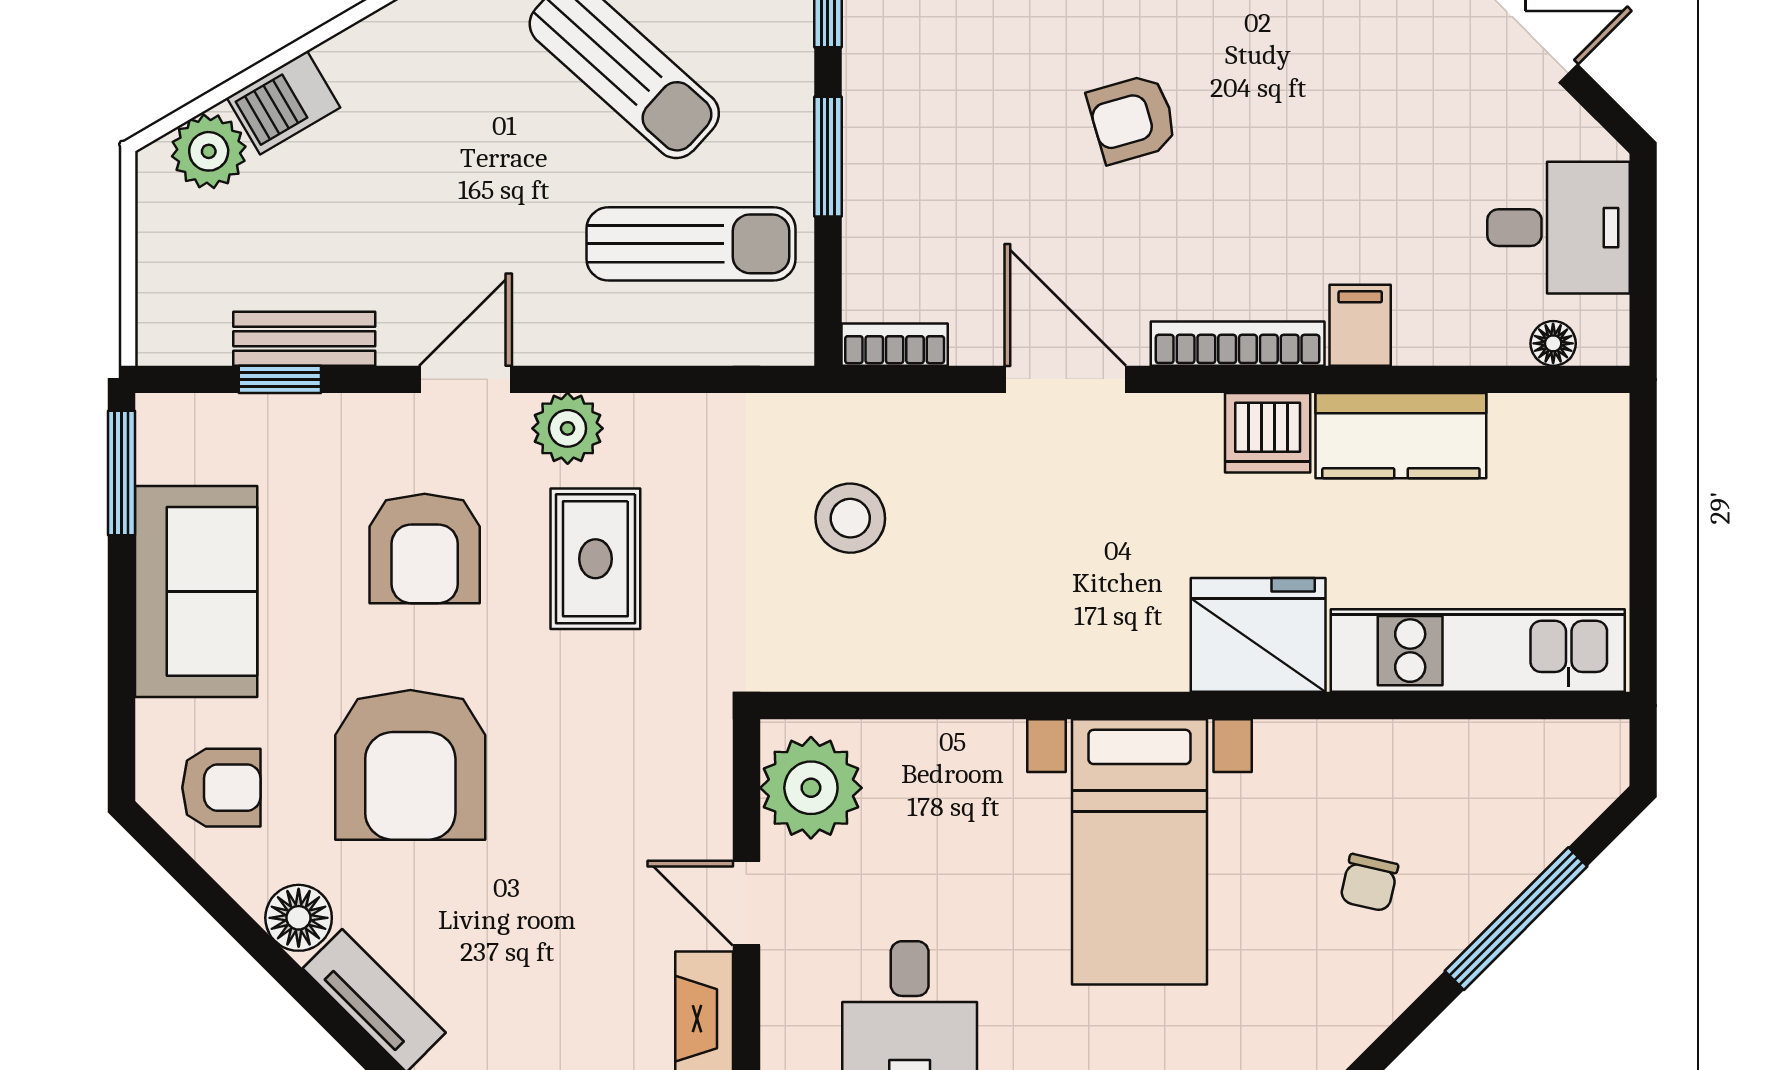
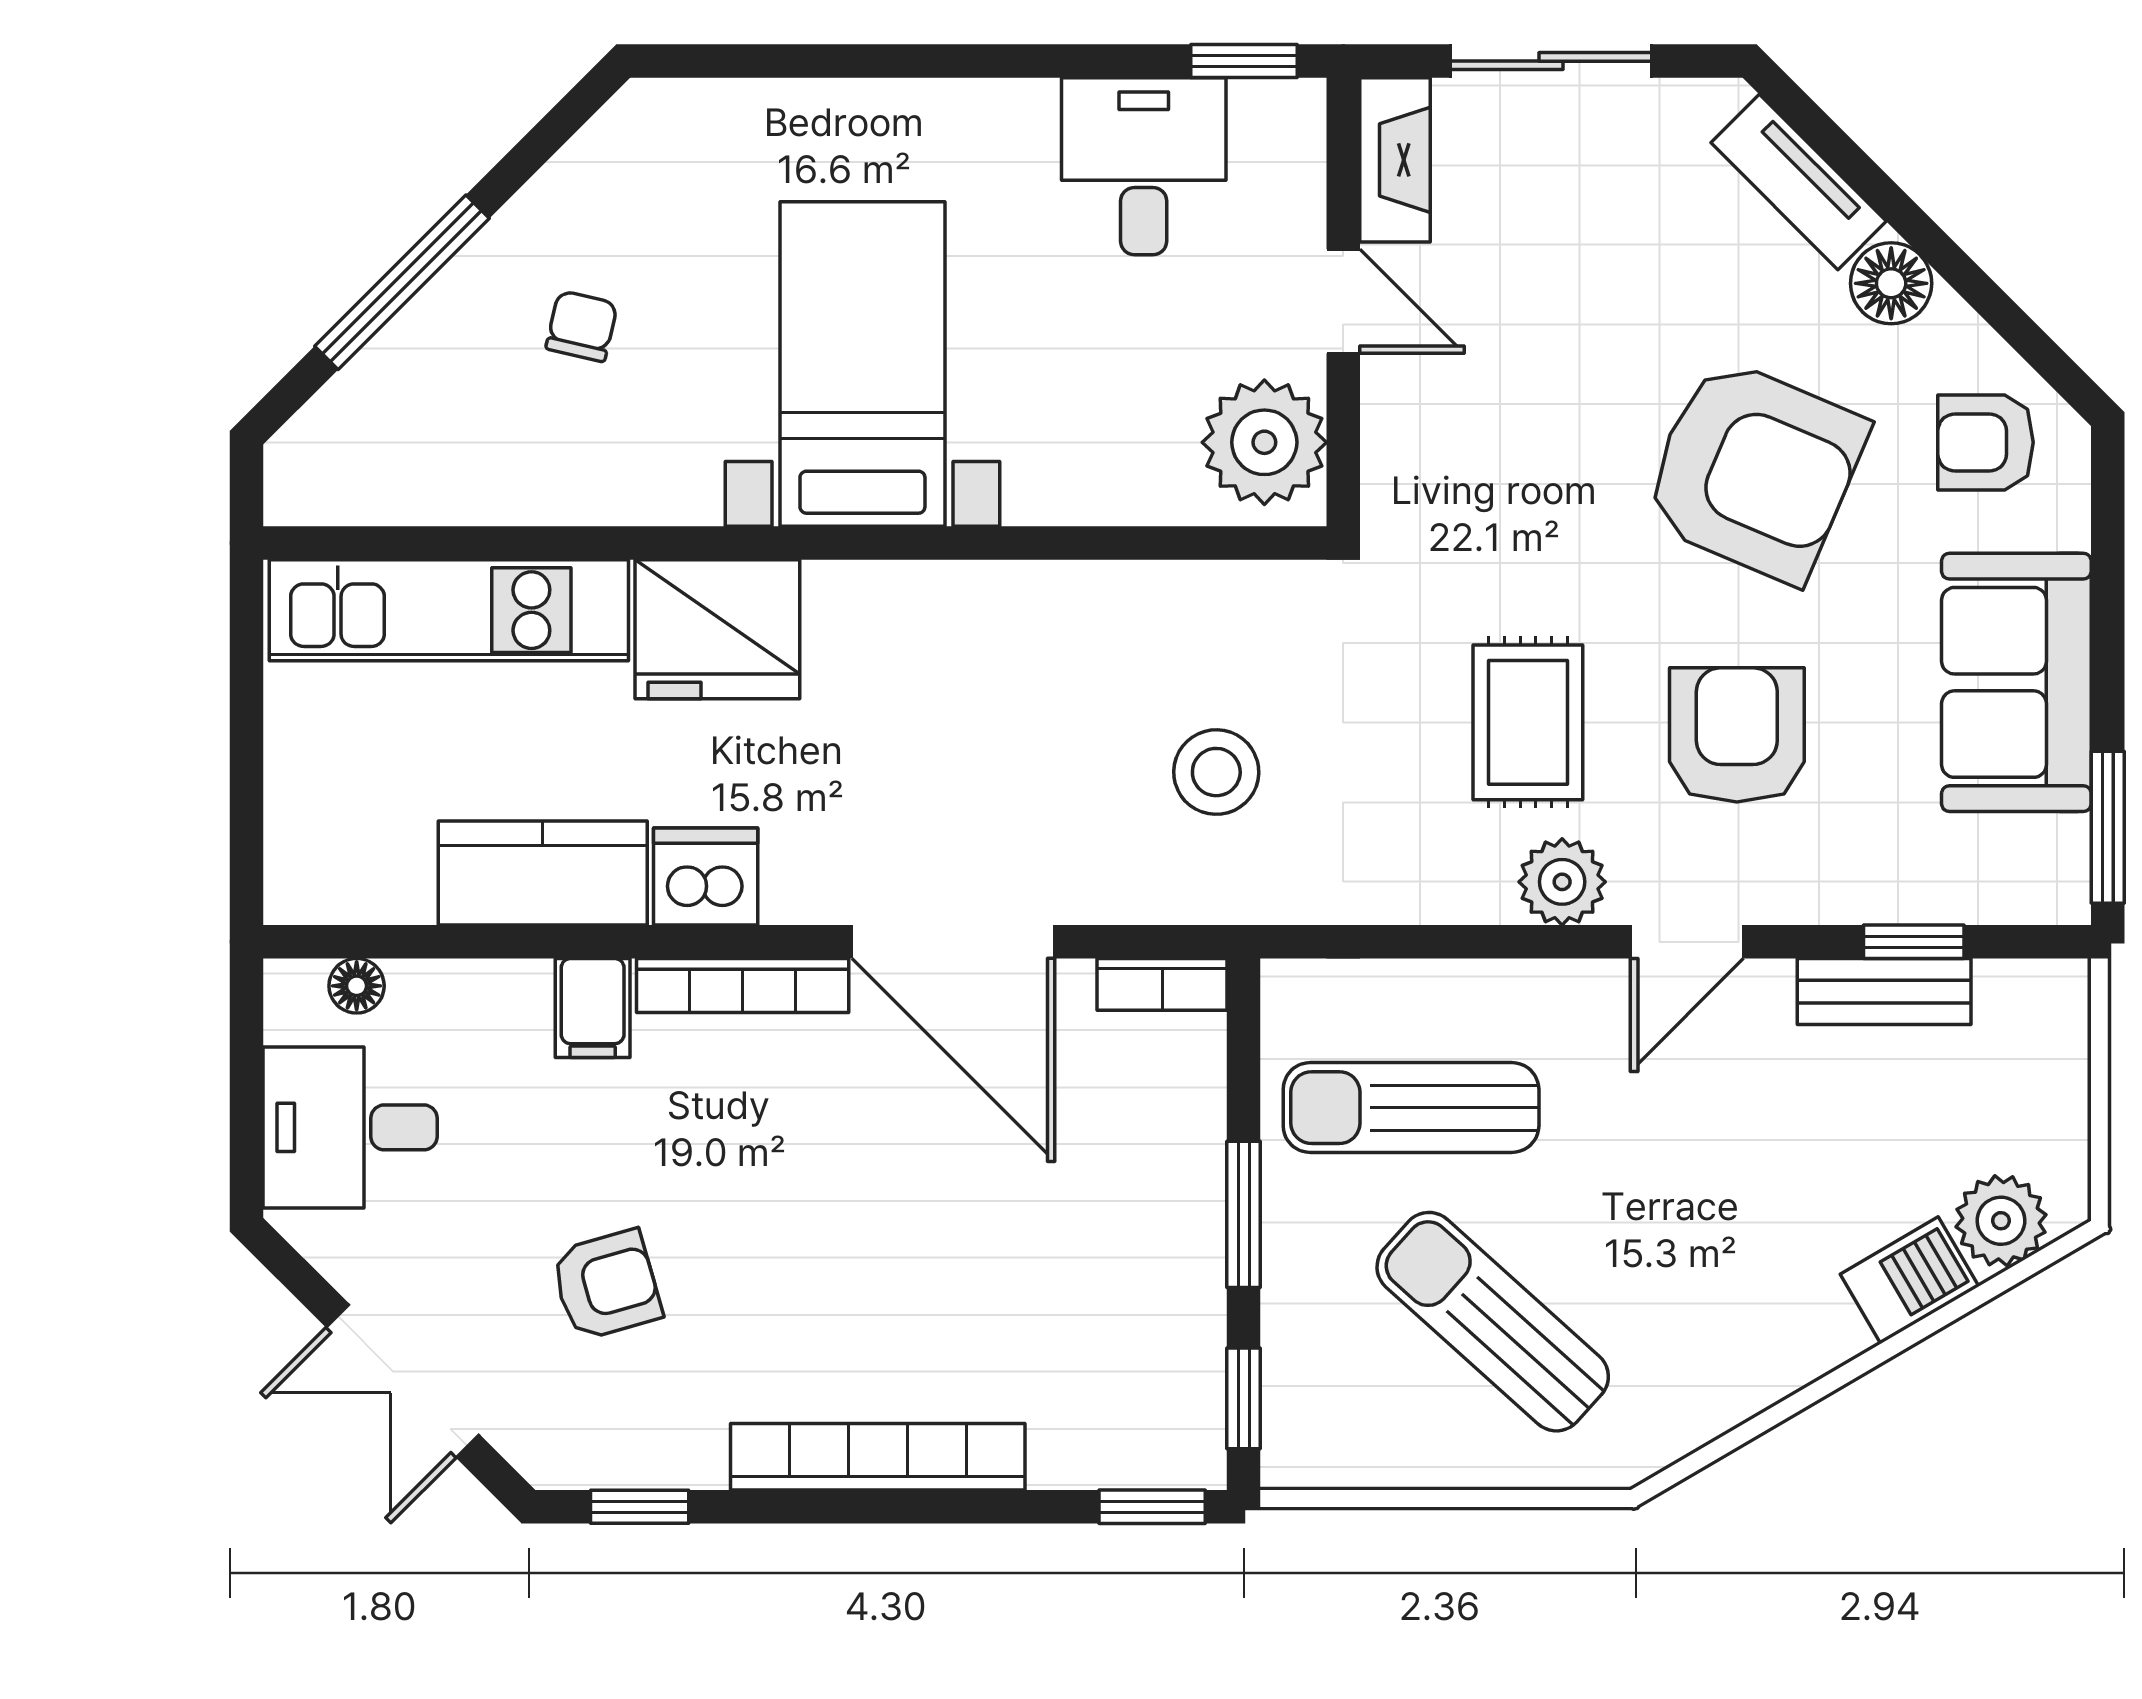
armchair: (1132, 119) -> (606, 1285), moved
door: (1065, 379) -> (953, 942), width x1.36
armchair: (410, 765) -> (1754, 470), turned 113

